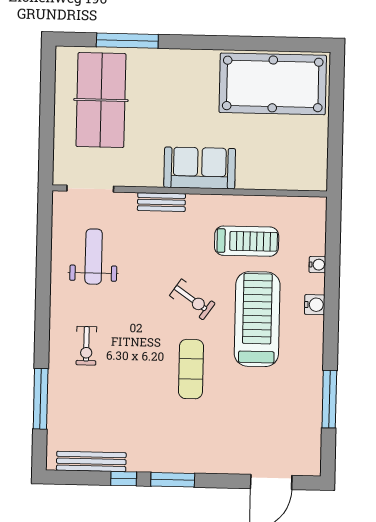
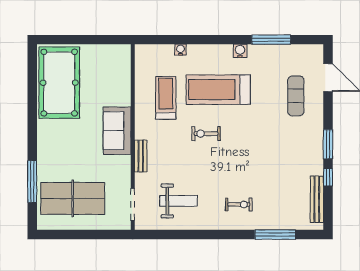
weight bench: (94, 257) -> (178, 201), turned 180
exercise bike: (192, 299) -> (206, 134), turned -125
water cooler: (315, 305) -> (240, 51), moved
exercise mat: (191, 369) -> (296, 96), moved, turned 90

